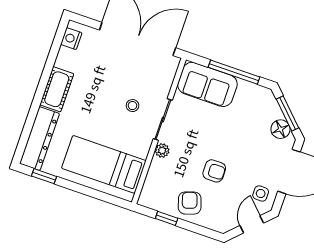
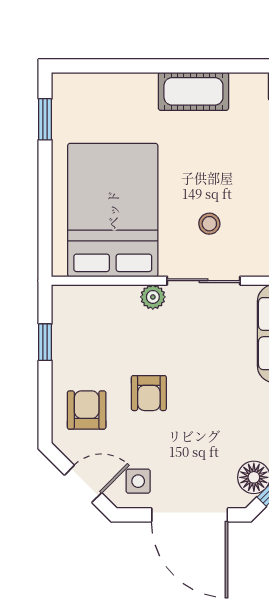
dresser: (39, 139) -> (104, 91), removed
bed: (104, 164) -> (113, 210), width x1.50
armchair: (190, 203) -> (87, 410), moved, turned -72

